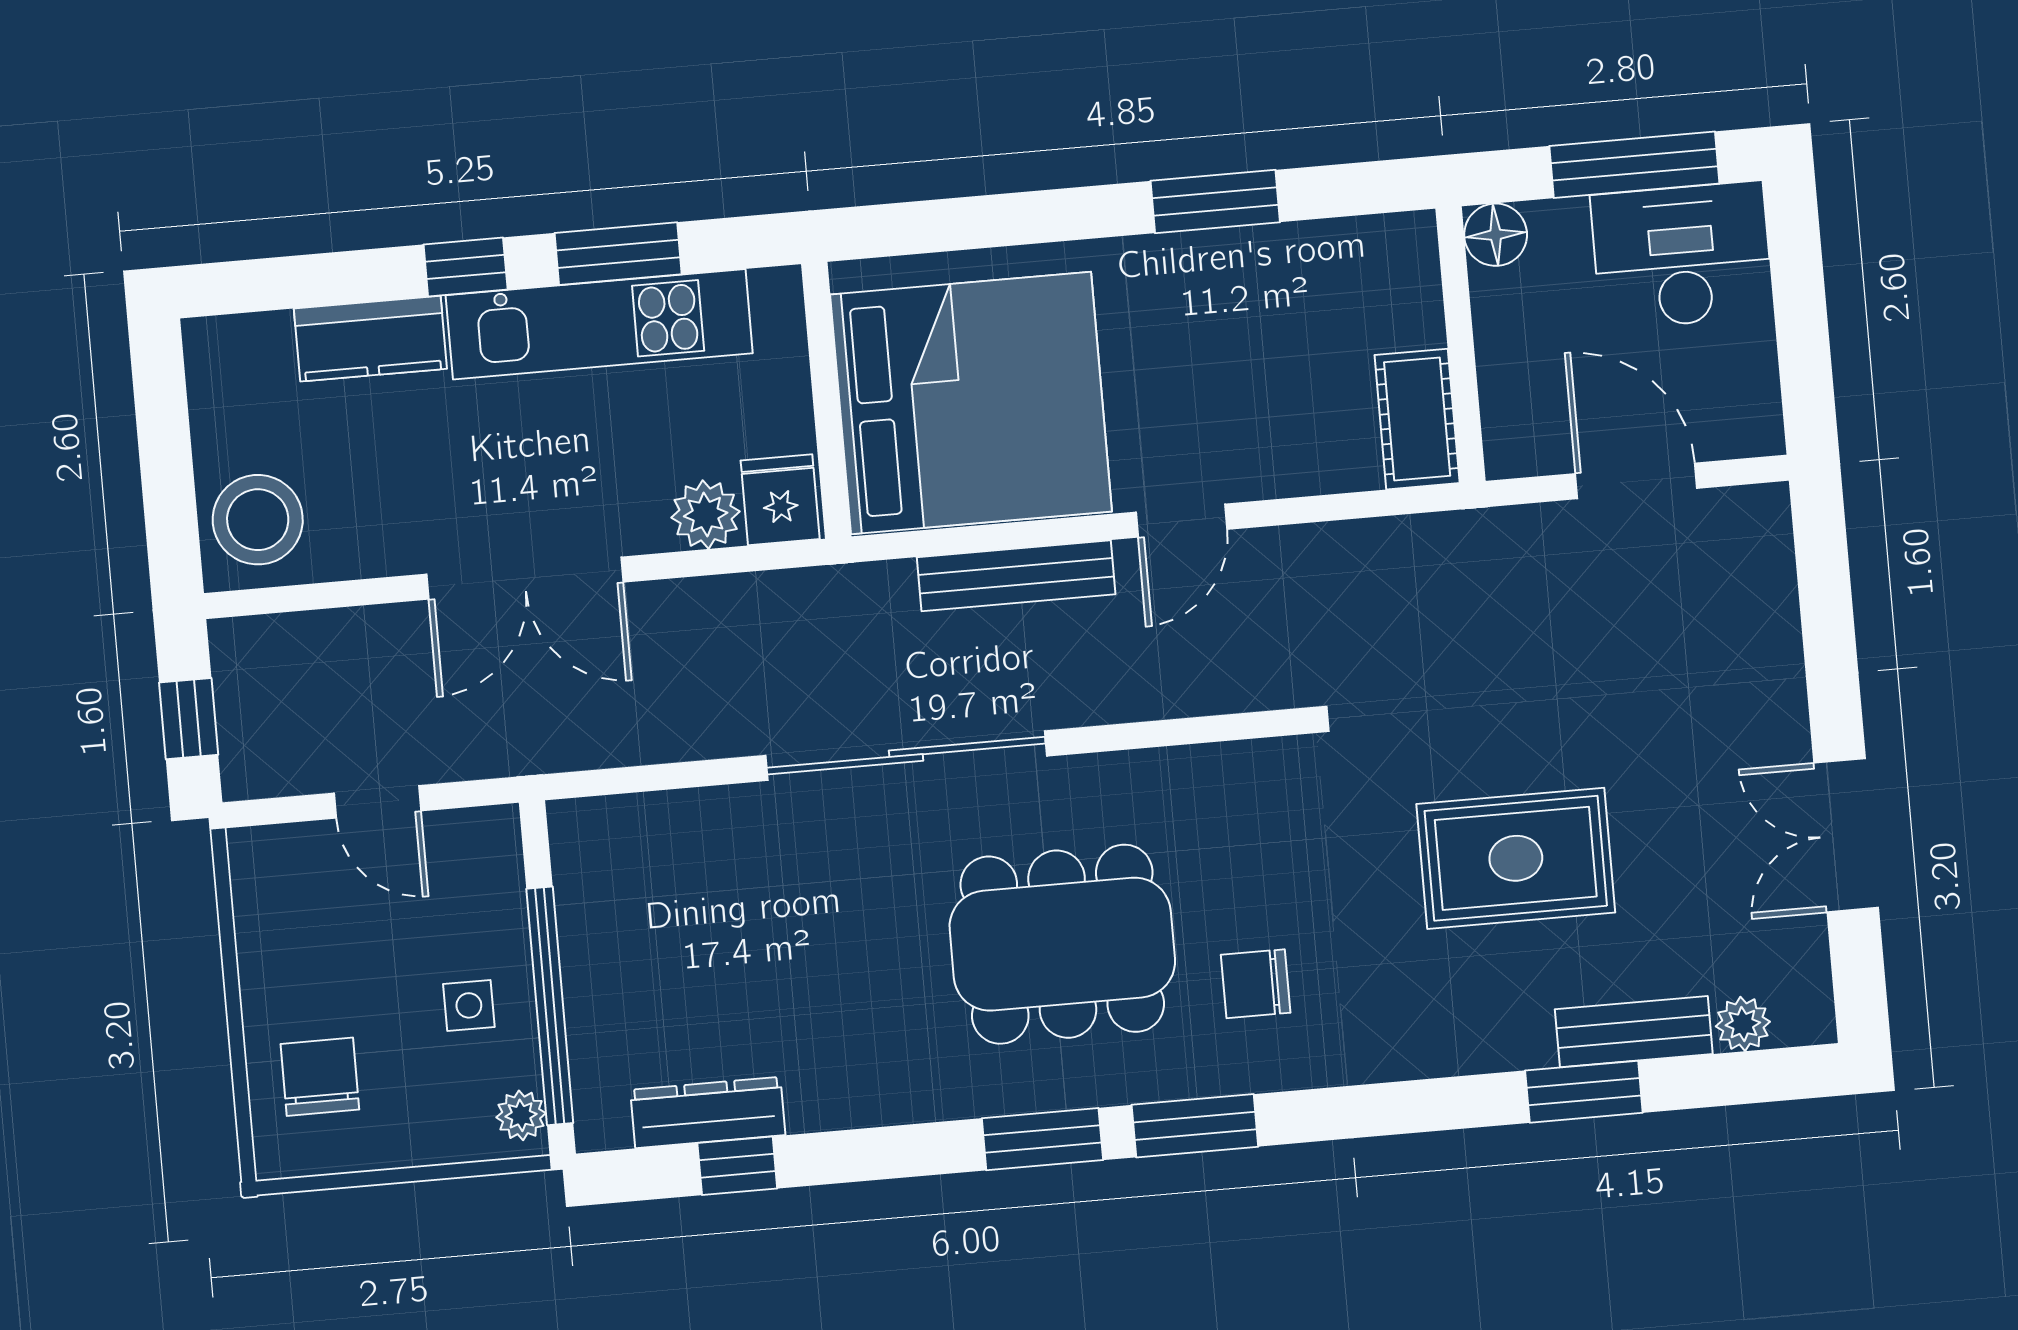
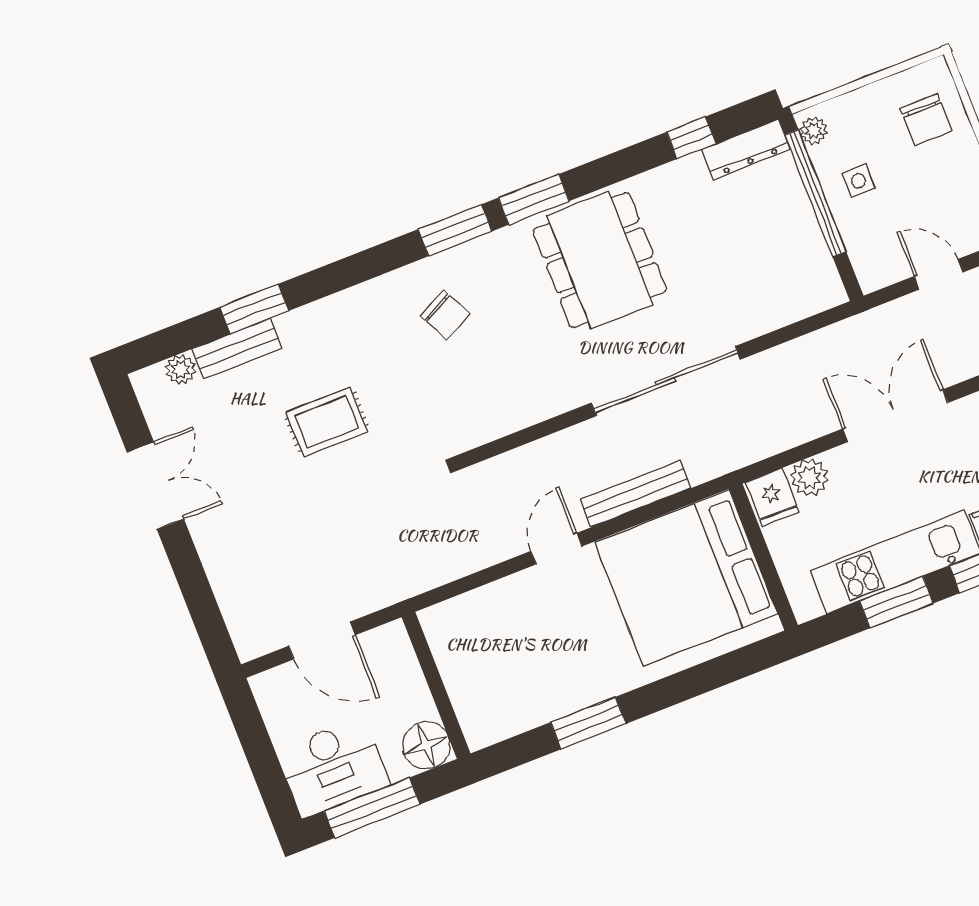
floor lamp: (1496, 235) -> (426, 745), width x1.38, depth x1.38
cot: (1417, 419) -> (448, 639), removed
rug: (1516, 858) -> (327, 422), width x0.73, depth x0.70
dining table: (1062, 944) -> (600, 260), moved, turned 90
chair: (1256, 984) -> (445, 315), turned 63
dresser: (708, 1112) -> (746, 149), moved

